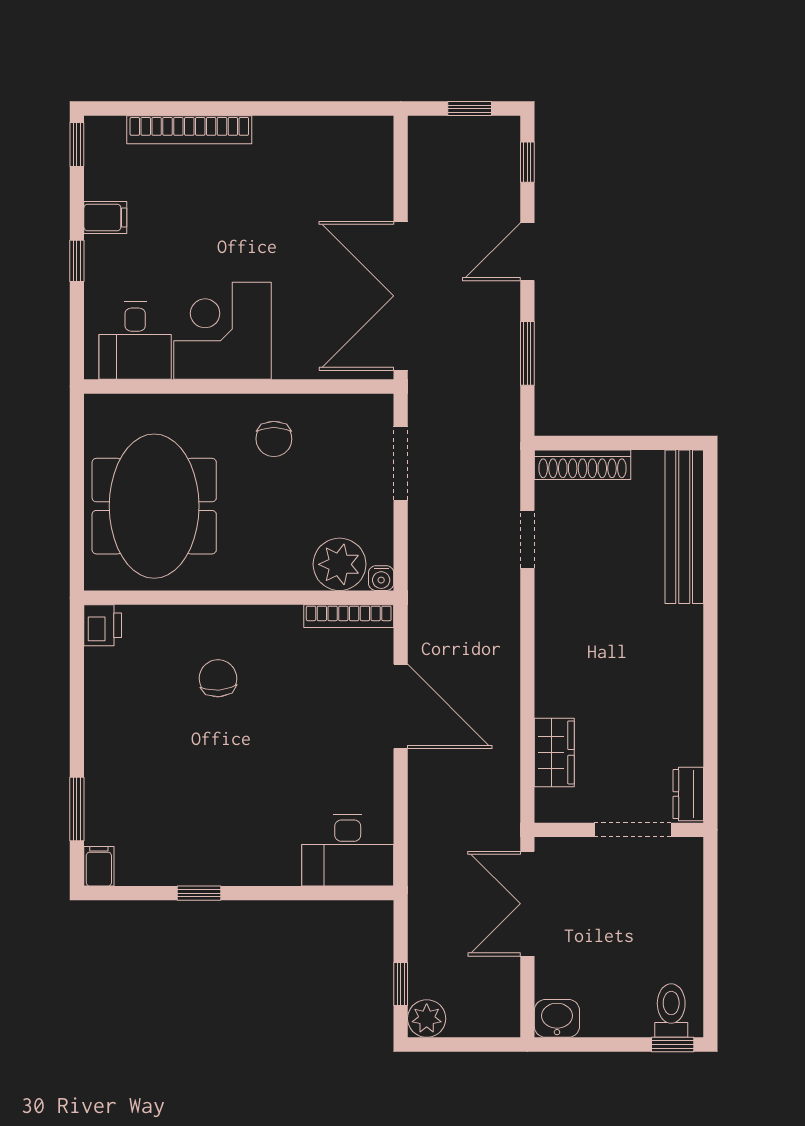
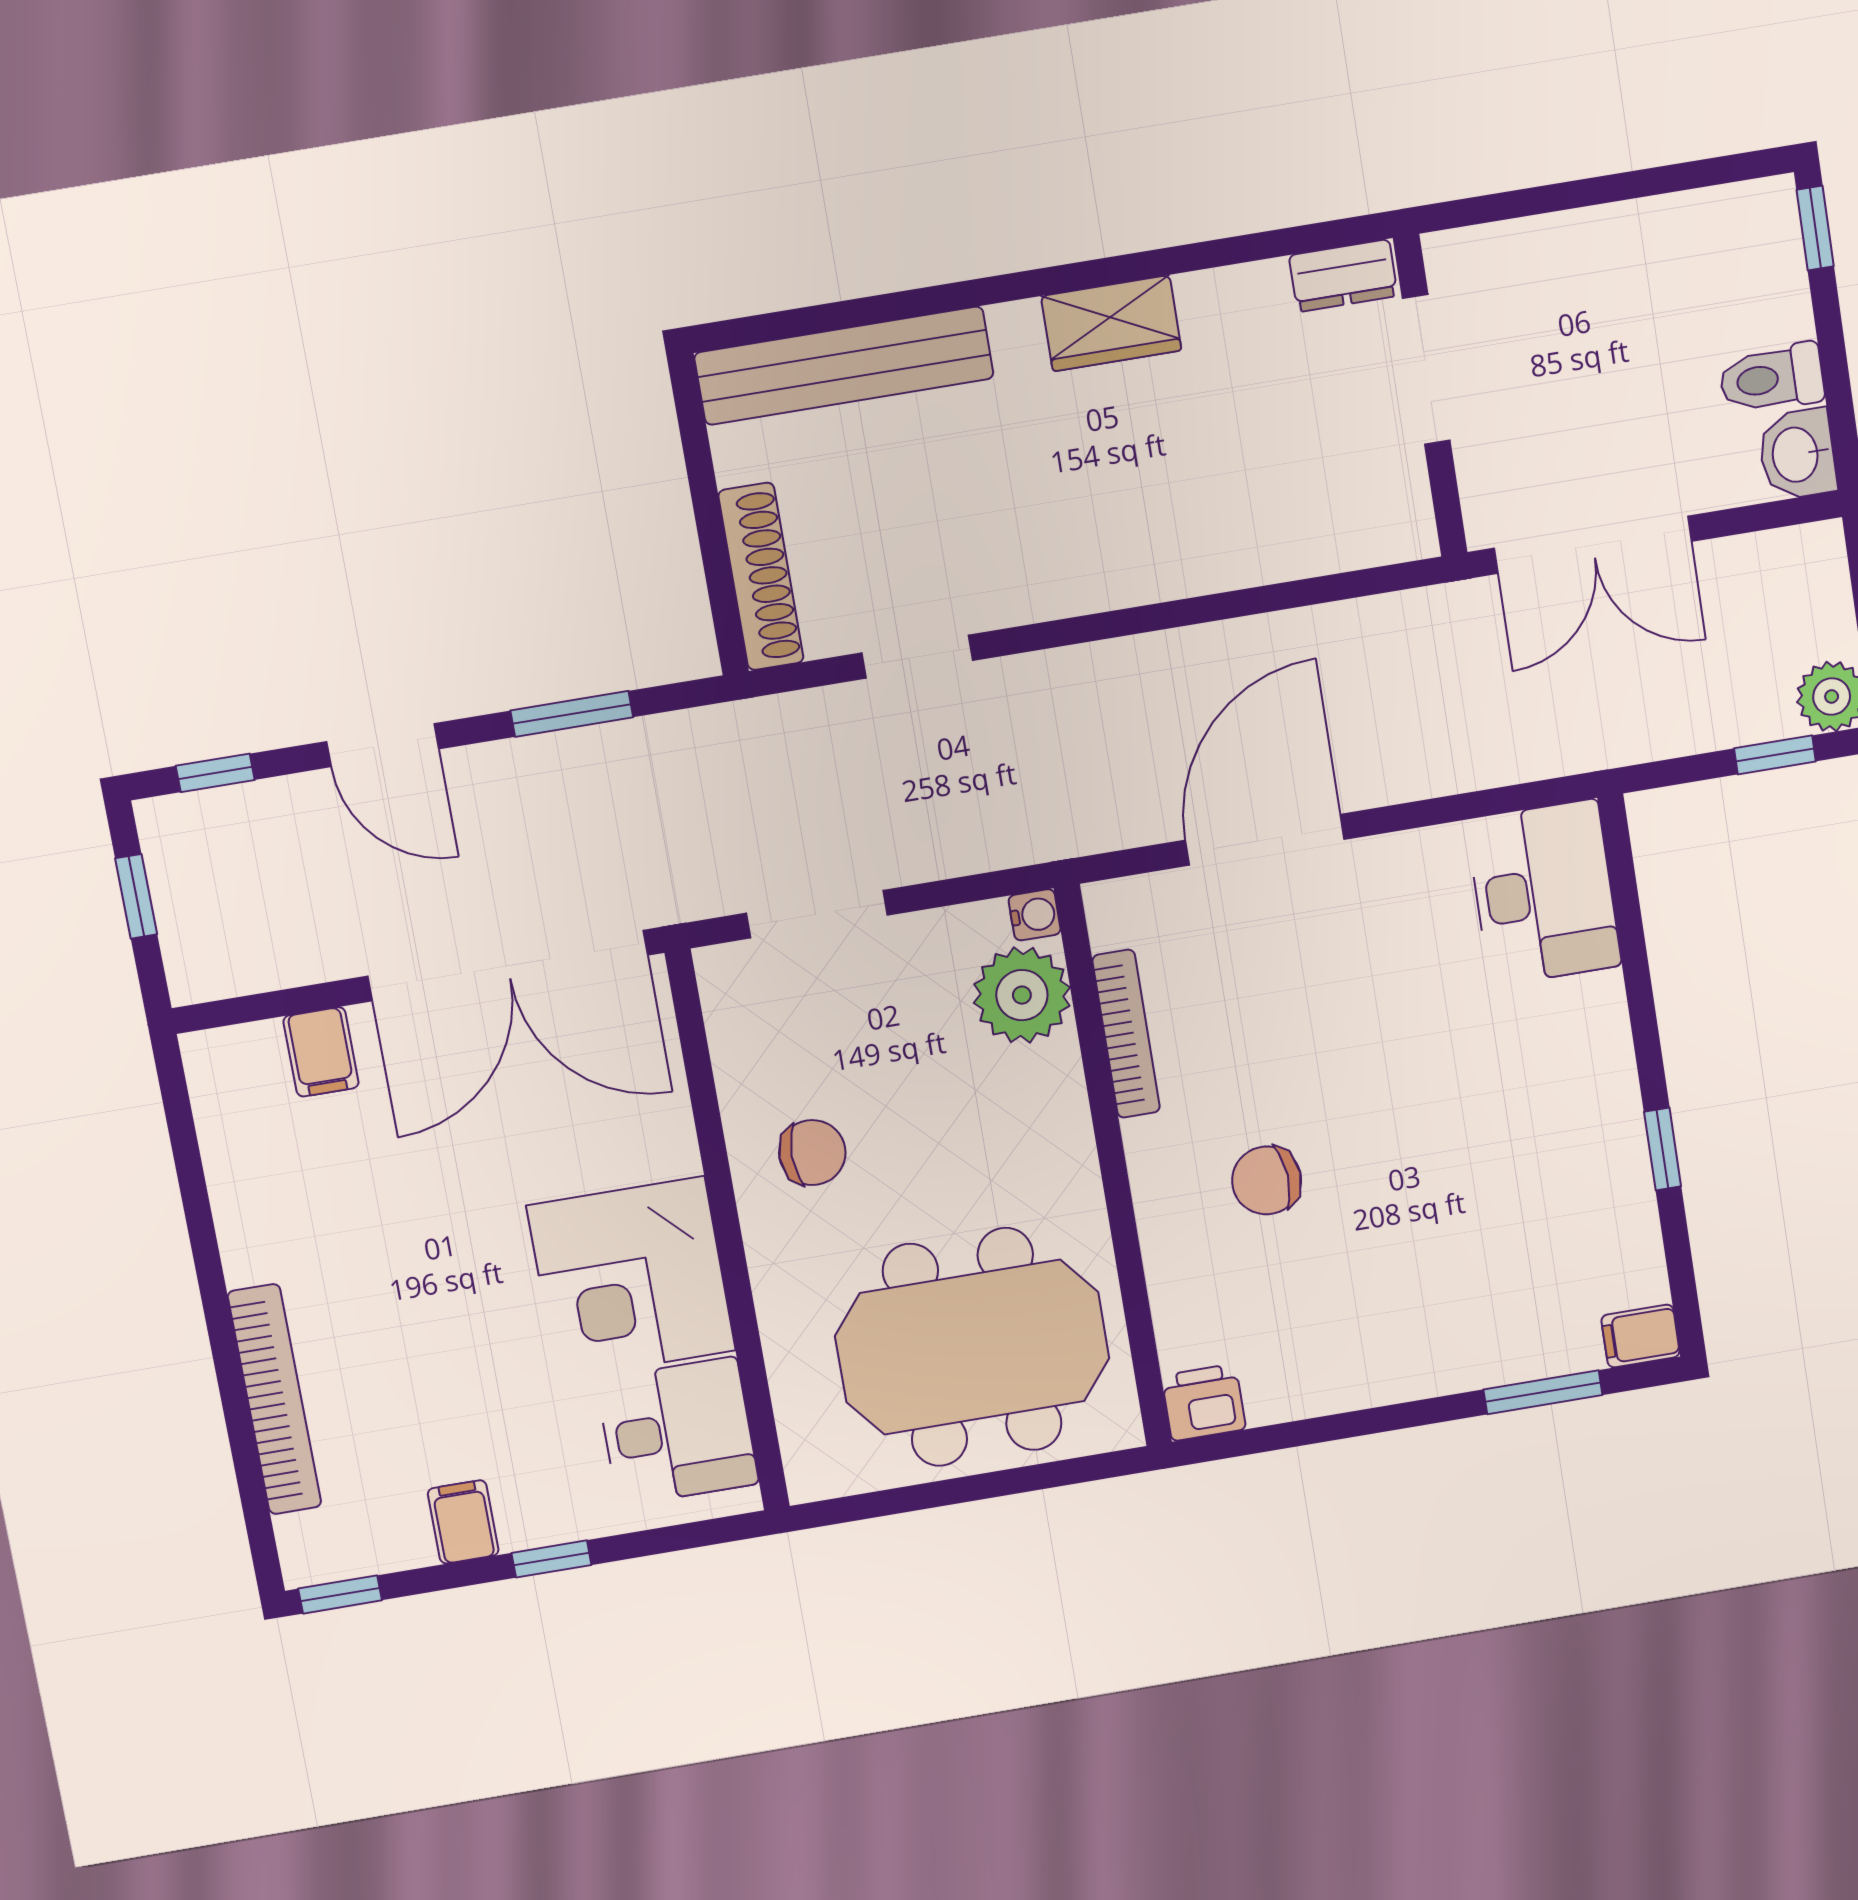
filing cabinet: (371, 189) -> (321, 1052), added
bookcase: (349, 616) -> (1126, 1034), moved
wardrobe: (554, 752) -> (1111, 323), moved, turned 180
toilet: (671, 1011) -> (1772, 378), moved

